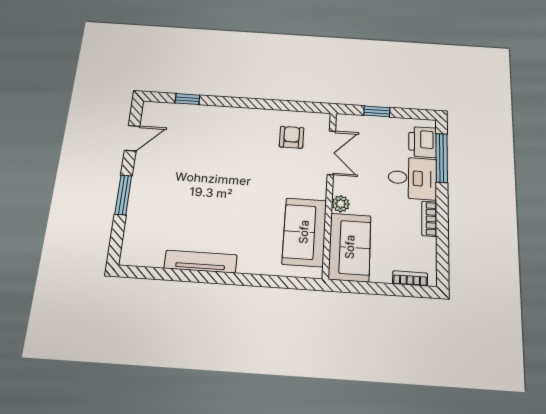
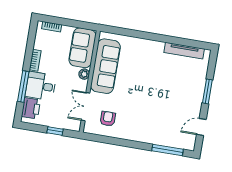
window: (187, 99) -> (168, 150), width x2.17
armchair: (292, 137) -> (108, 119), turned 180
window: (442, 158) -> (23, 87), moved
sofa: (304, 232) -> (105, 66), width x1.36
tv unit: (201, 262) -> (184, 51), moved

